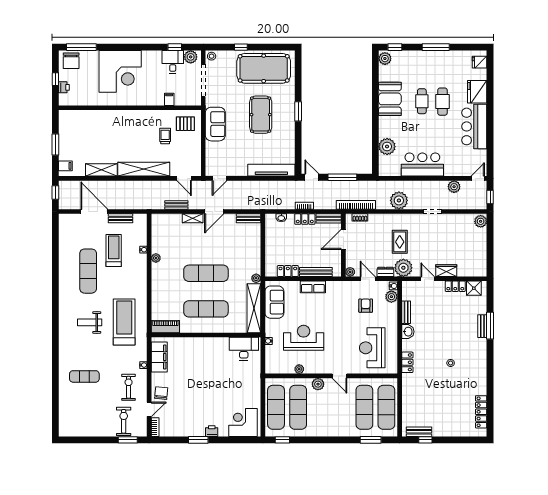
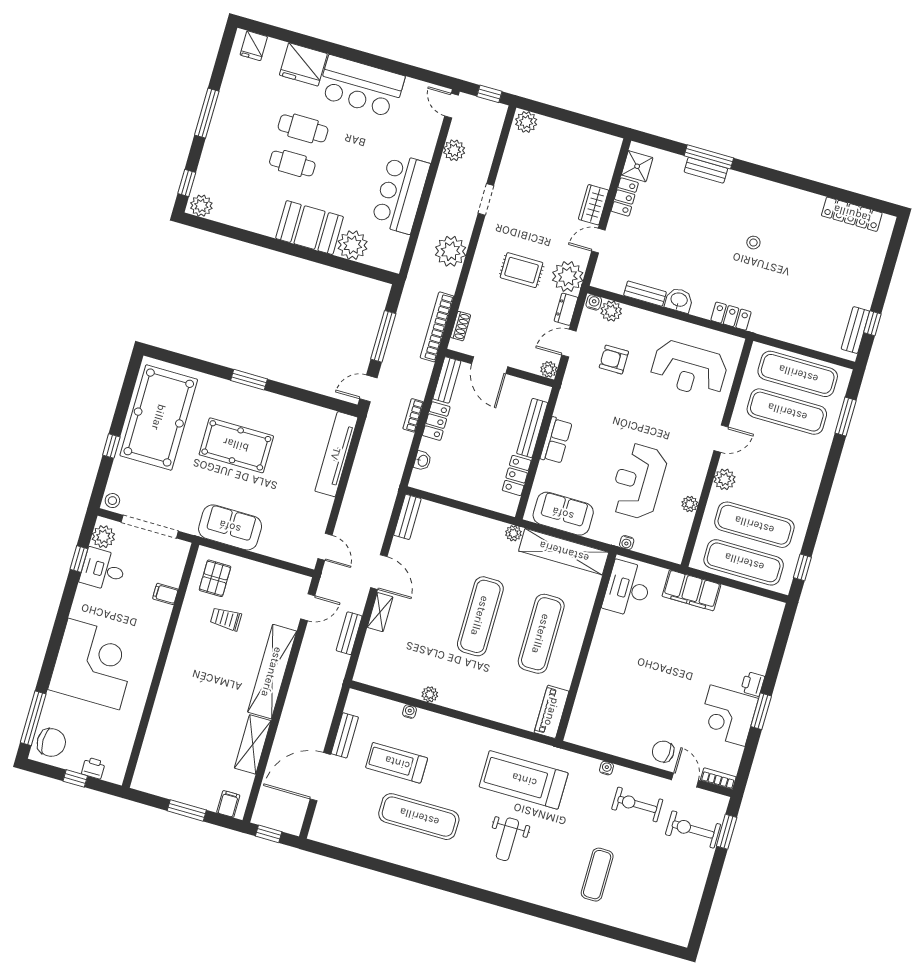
booth: (390, 99) -> (310, 228), moved
filing cabinet: (159, 357) -> (691, 590), moved, turned 180
corner desk: (243, 422) -> (728, 716), moved

